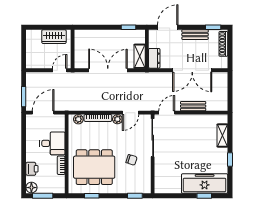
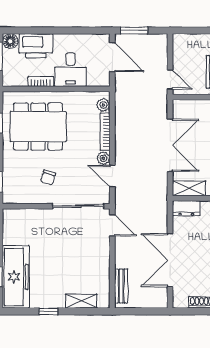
bench: (193, 106) -> (121, 286), moved
dining table: (94, 167) -> (38, 127), turned 90
printer: (32, 169) -> (36, 46), width x1.87, depth x1.48

